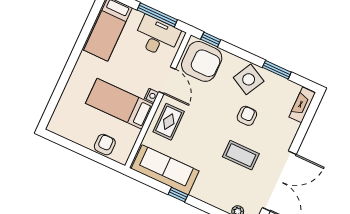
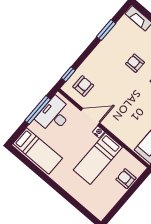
armchair: (202, 61) -> (83, 86), width x0.53, depth x0.53
side table: (249, 79) -> (107, 54), removed
rug: (169, 122) -> (122, 125), removed

